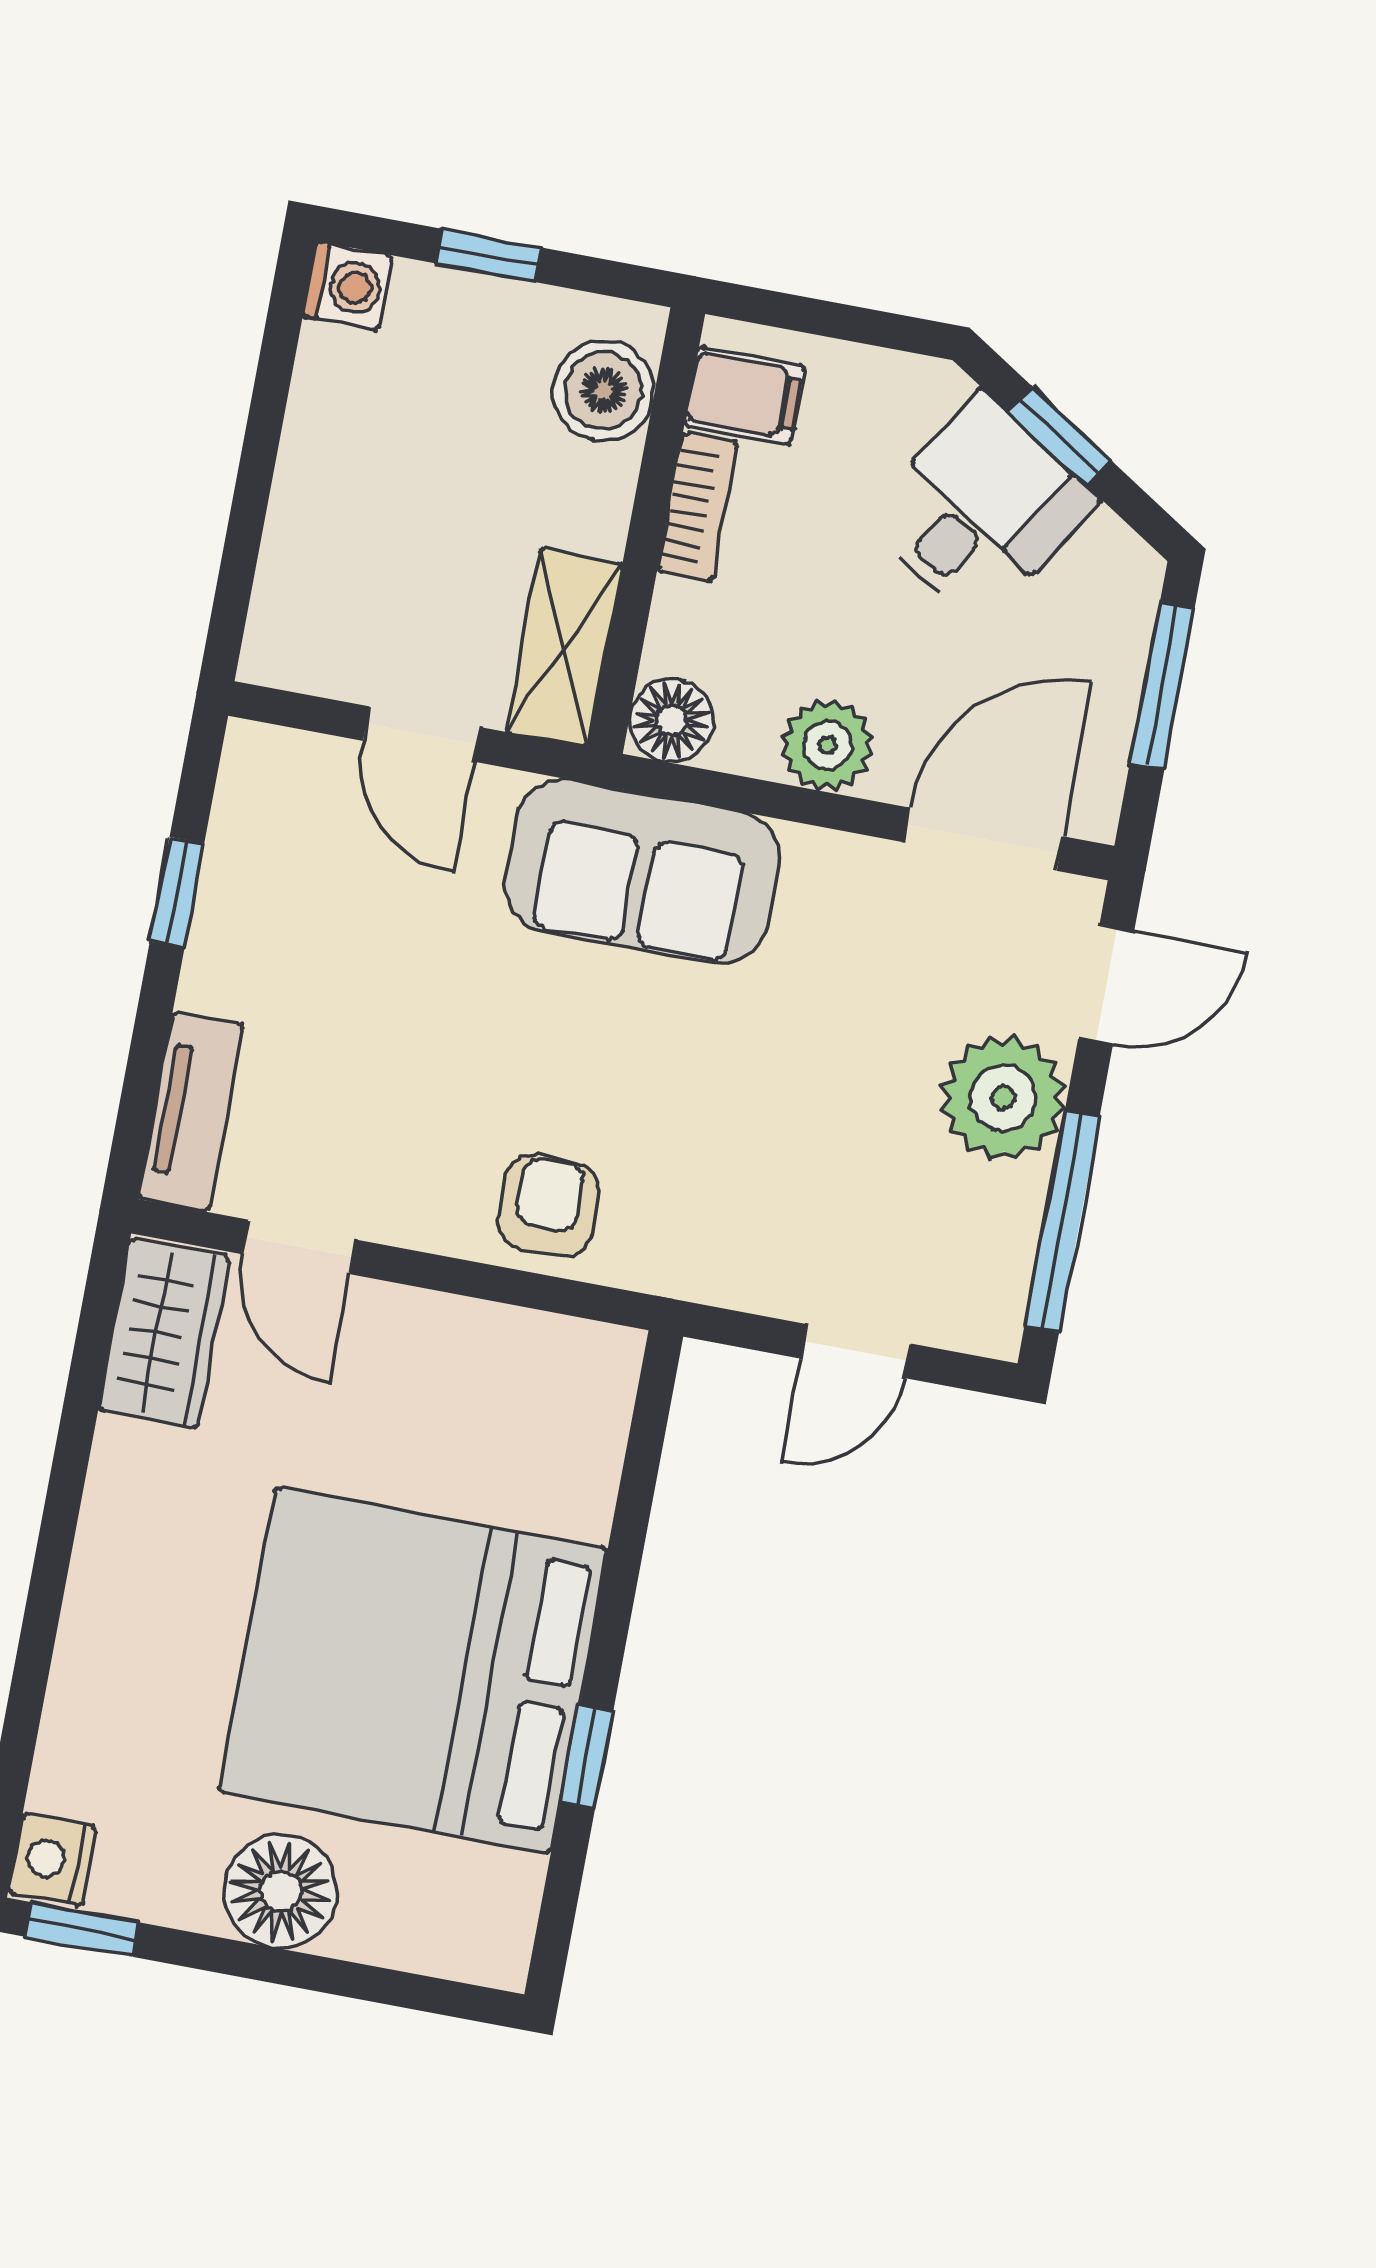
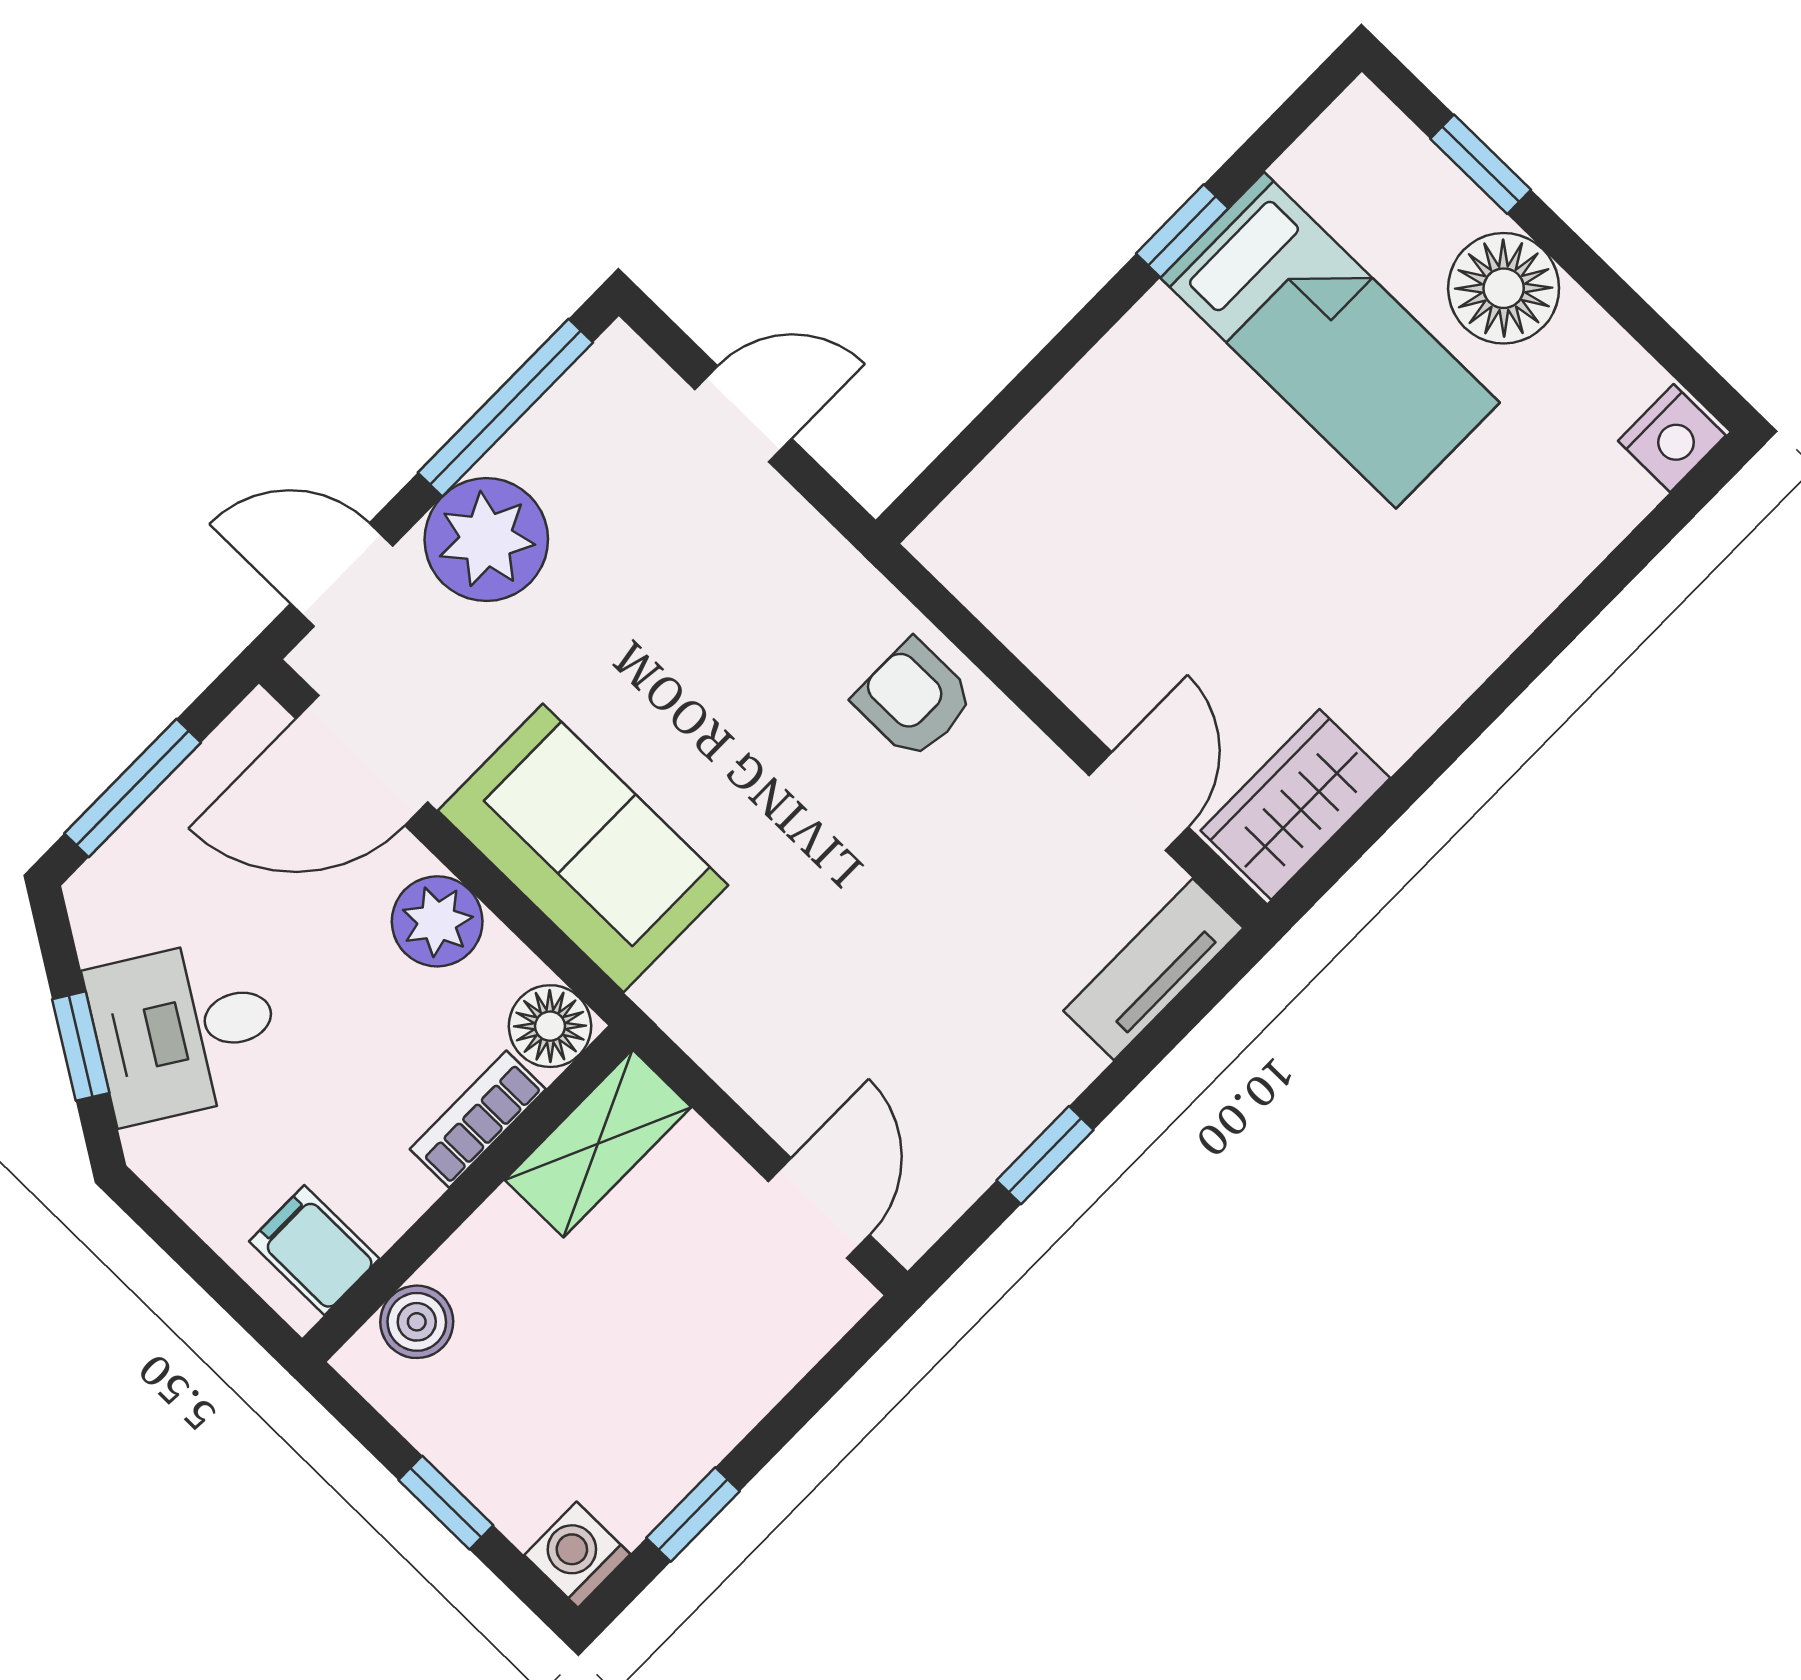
window: (272, 386) -> (693, 1515), added
boiler: (603, 390) -> (417, 1322), width x0.73, depth x0.73
bookcase: (698, 507) -> (478, 1119), moved
door: (422, 734) -> (819, 1208), moved
sofa: (642, 871) -> (583, 848), moved
armchair: (548, 1206) -> (914, 699), turned 90
bed: (413, 1670) -> (1330, 340), width x0.49
window: (82, 1930) -> (1481, 164), moved

